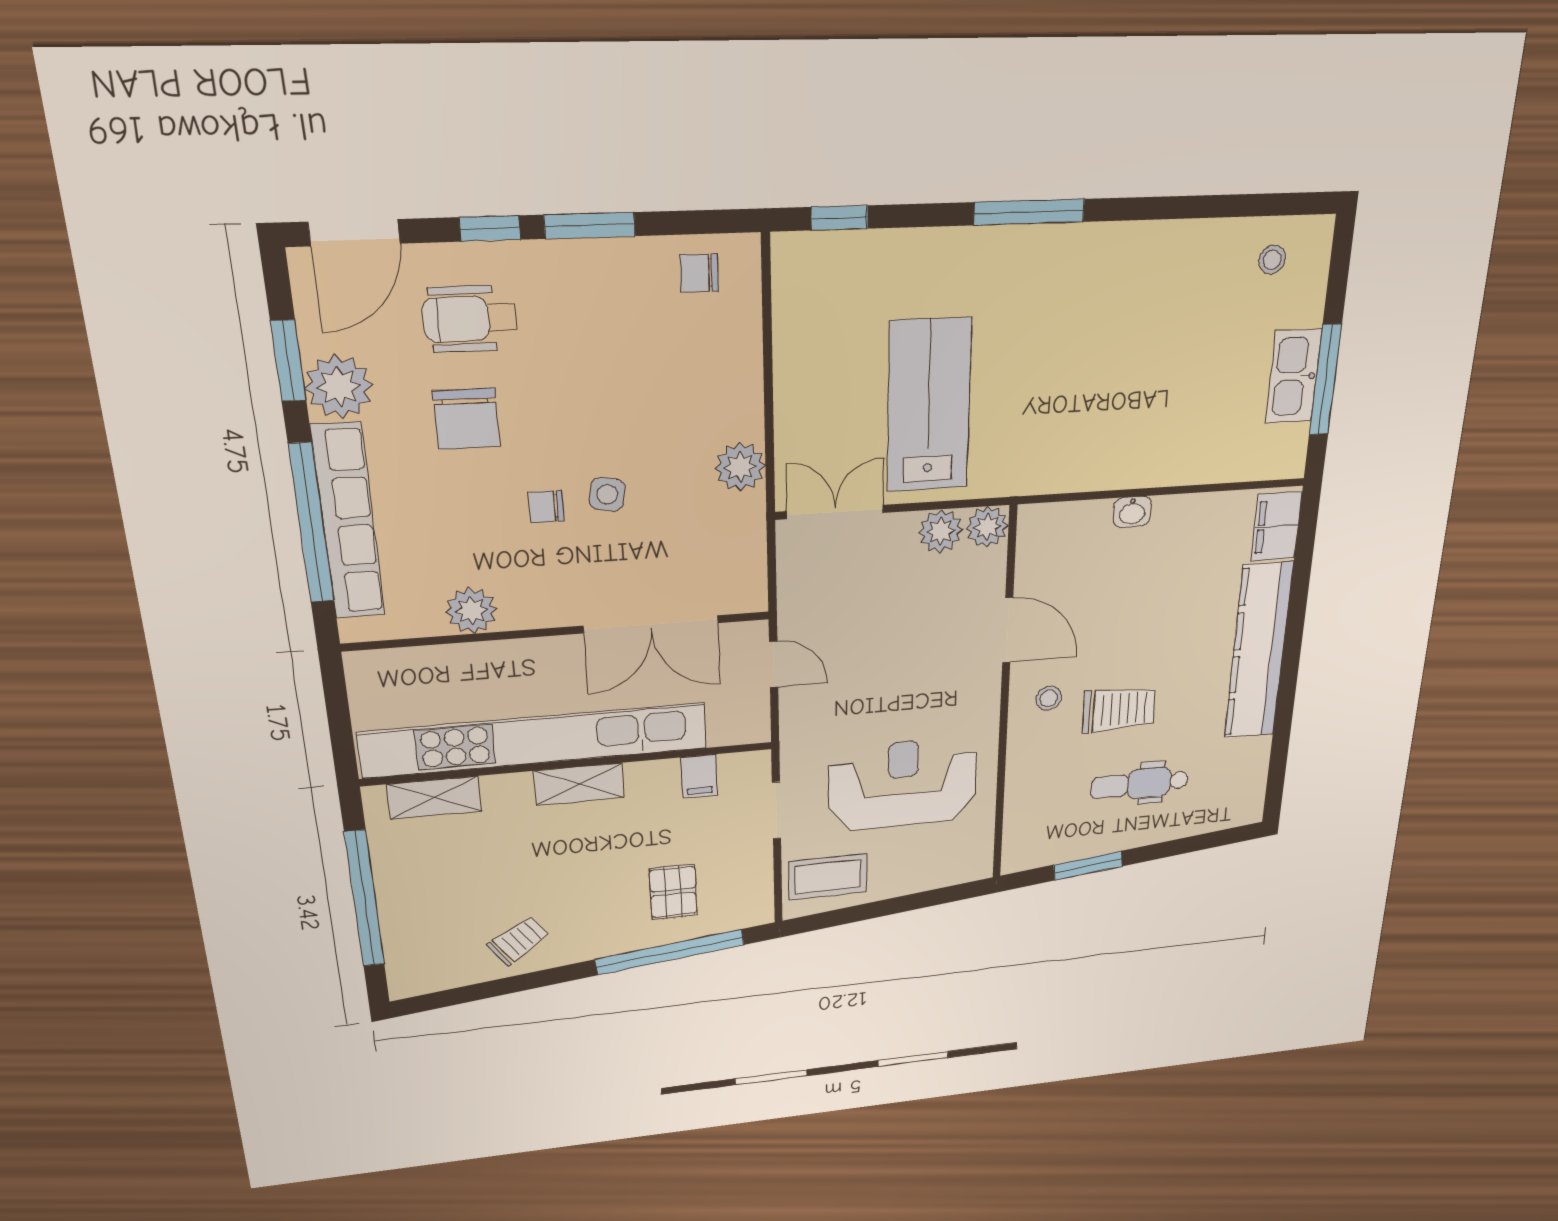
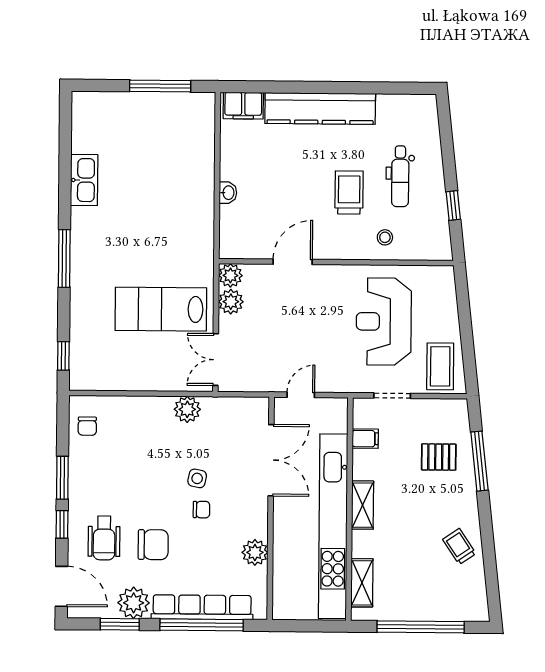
stool: (1272, 260) -> (94, 124), removed
kitchen sink: (1293, 376) -> (84, 180), moved, turned -90
chair: (546, 507) -> (201, 510), turned -90
stool: (1049, 698) -> (385, 237), moved
window: (1088, 866) -> (453, 206), width x0.67
window: (670, 952) -> (479, 461), width x0.68

